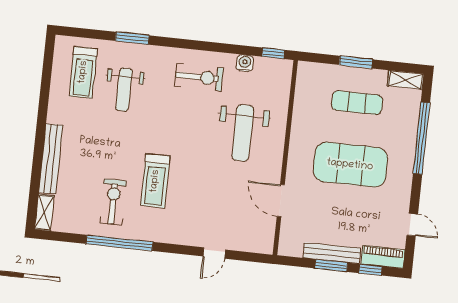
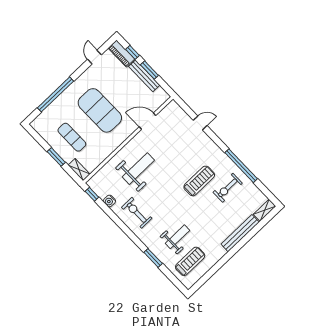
shelving: (405, 80) -> (79, 170), moved
door: (281, 201) -> (147, 121), swing flipped

